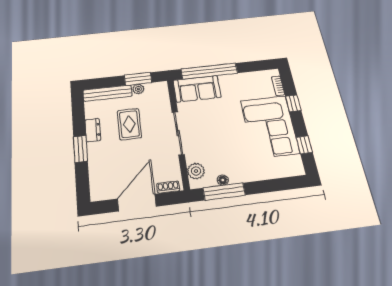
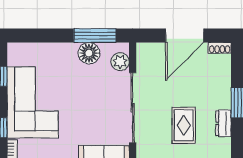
sliding door: (178, 133) -> (133, 108), width x1.36
floor lamp: (223, 180) -> (89, 53), width x1.89, depth x1.89
shoe rack: (168, 187) -> (220, 48), moved

